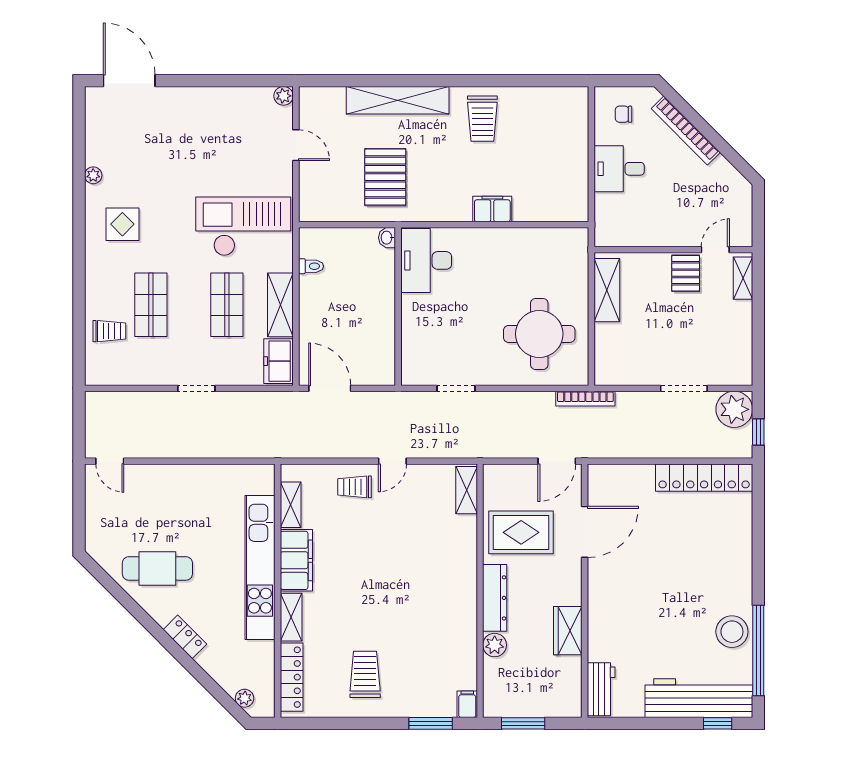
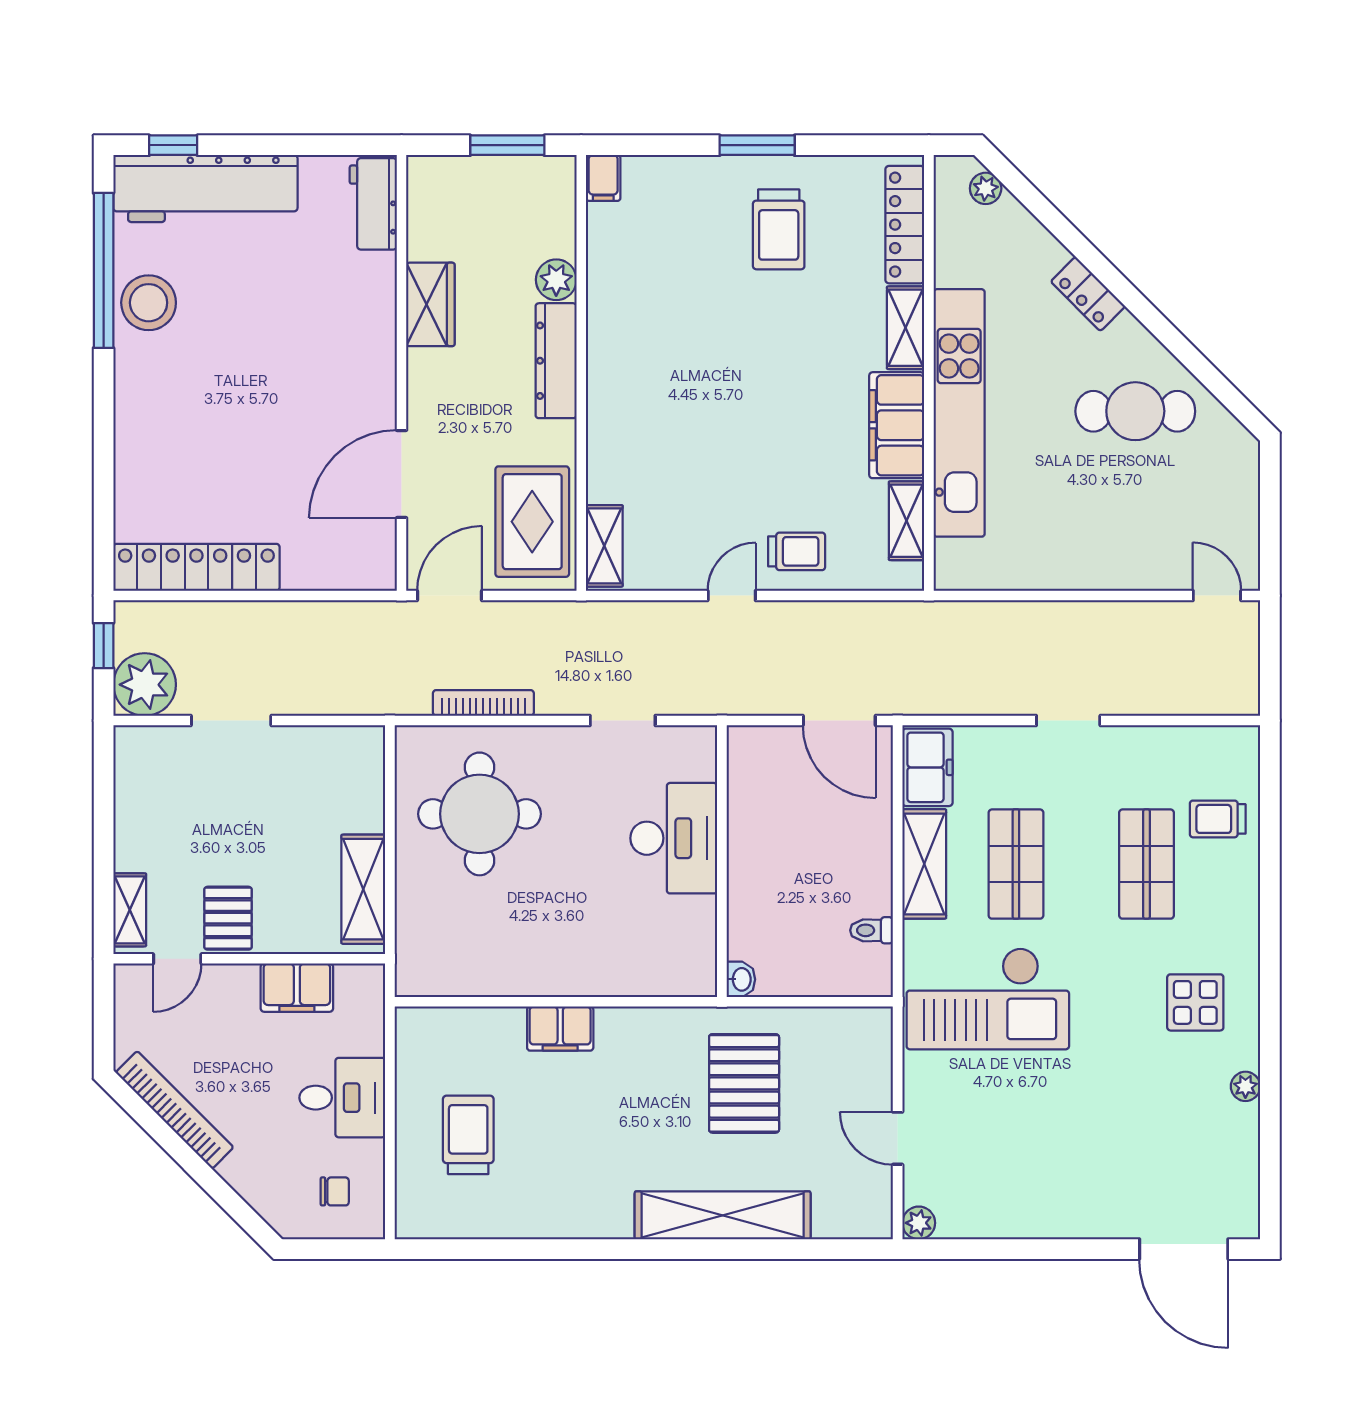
trolley: (482, 119) -> (468, 1135), moved
bookcase: (686, 130) -> (175, 1110), moved
filing cabinet: (646, 233) -> (297, 988), added
desk: (426, 260) -> (674, 838), moved
bookcase: (585, 399) -> (483, 703), moved
rug: (521, 532) -> (532, 522), moved, turned 90
window: (431, 723) -> (757, 145), moved

